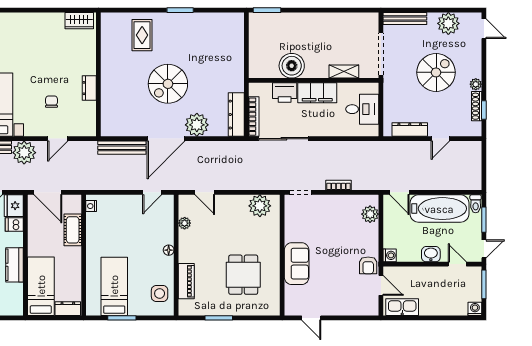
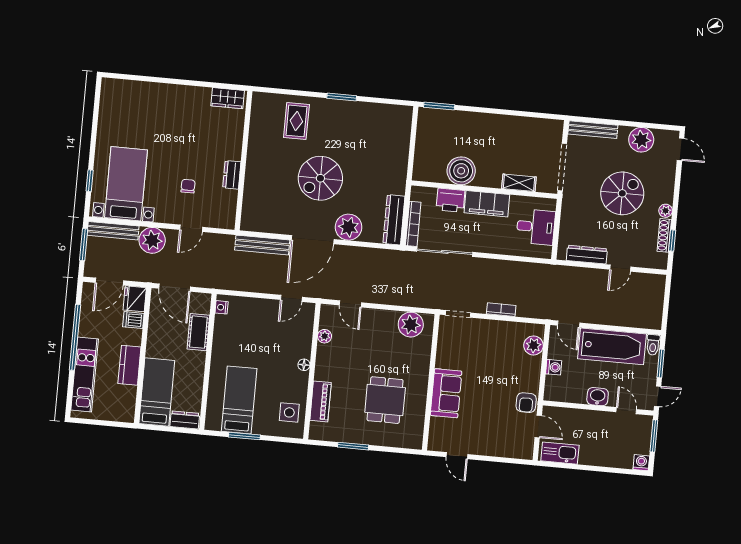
washing machine: (390, 255) -> (554, 367), moved

